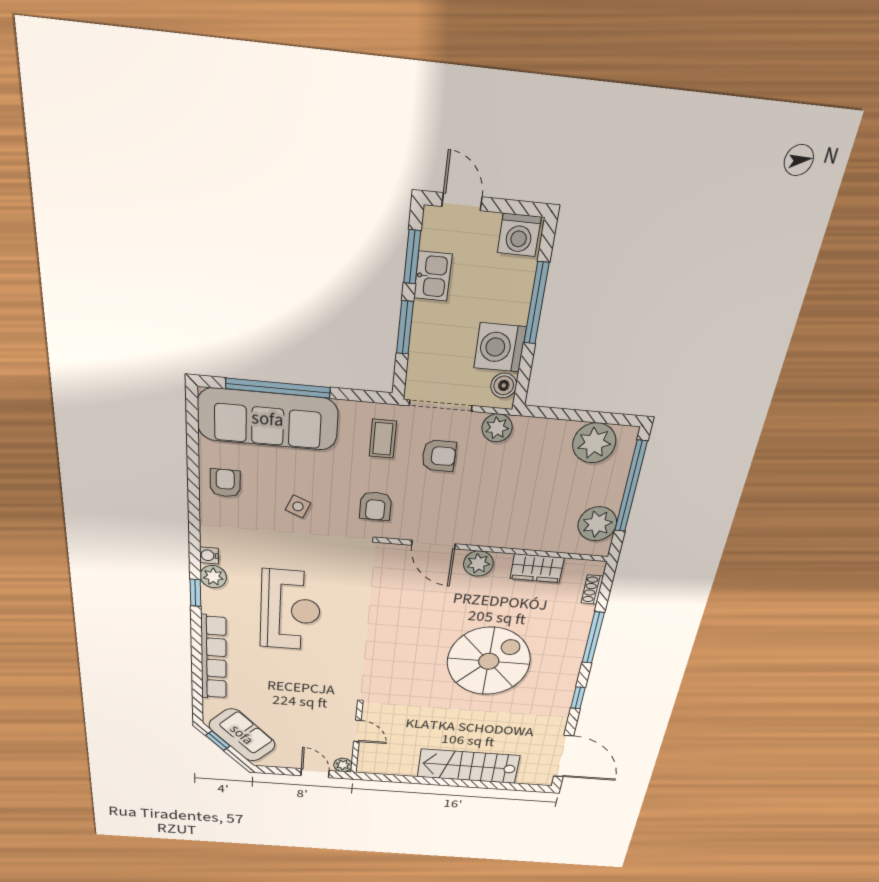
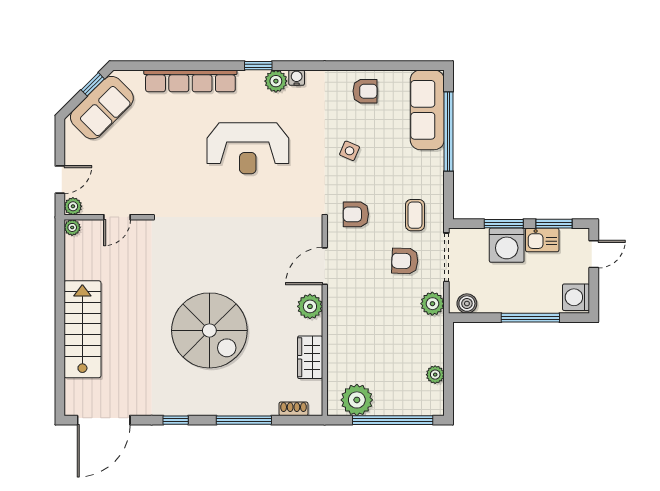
washing machine: (500, 347) -> (507, 245), moved, turned 180
sofa: (268, 419) -> (427, 110), width x0.74, depth x0.79
coffee table: (383, 439) -> (415, 215), turned 90
plant: (594, 443) -> (435, 375), width x0.53, depth x0.53
armchair: (439, 456) -> (405, 261), turned 92
plant: (364, 767) -> (72, 227), added

